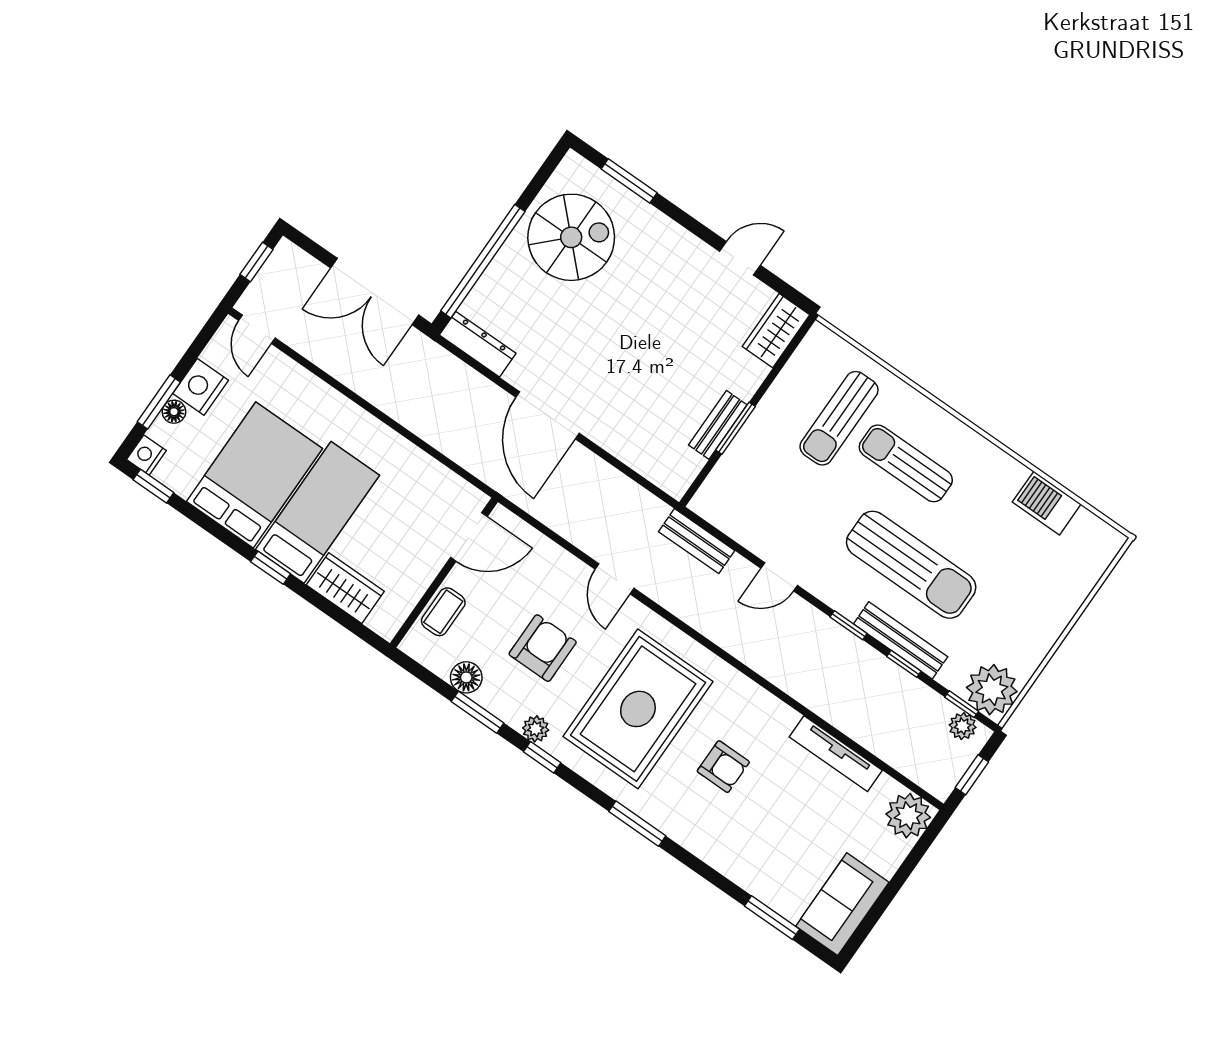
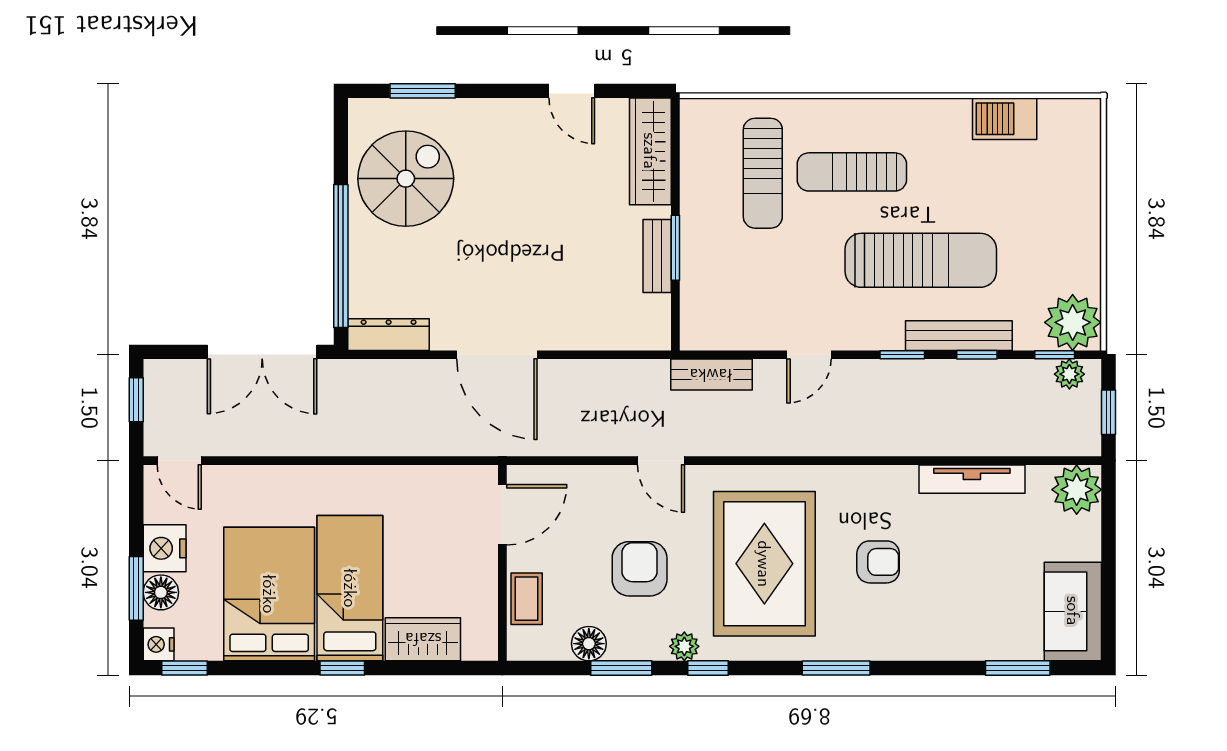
door: (740, 258) -> (572, 91), swing flipped
wardrobe: (776, 331) -> (650, 151), width x1.50
floor lamp: (174, 412) -> (161, 592), width x1.37, depth x1.37

